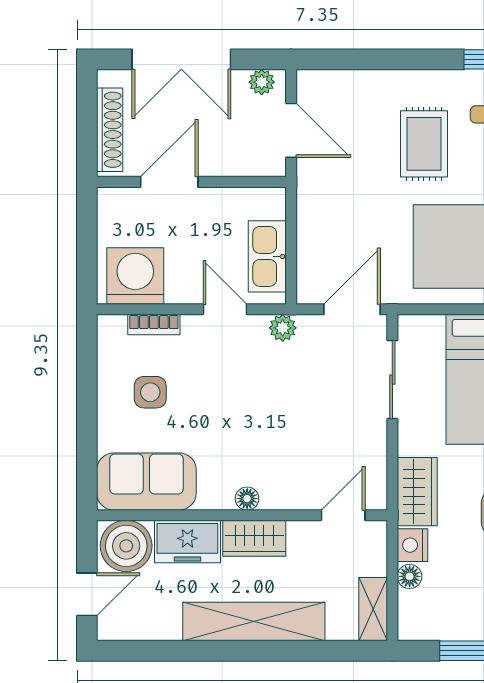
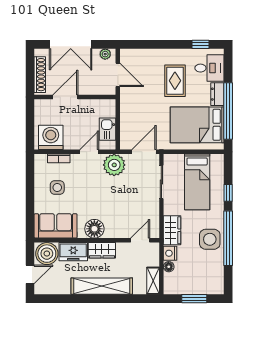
kitchen sink: (267, 256) -> (108, 129), width x0.73
door: (225, 309) -> (89, 152), hinge flipped
plant: (283, 328) -> (114, 165), width x1.88, depth x1.88
floor lamp: (247, 499) -> (94, 229), width x1.89, depth x1.89

